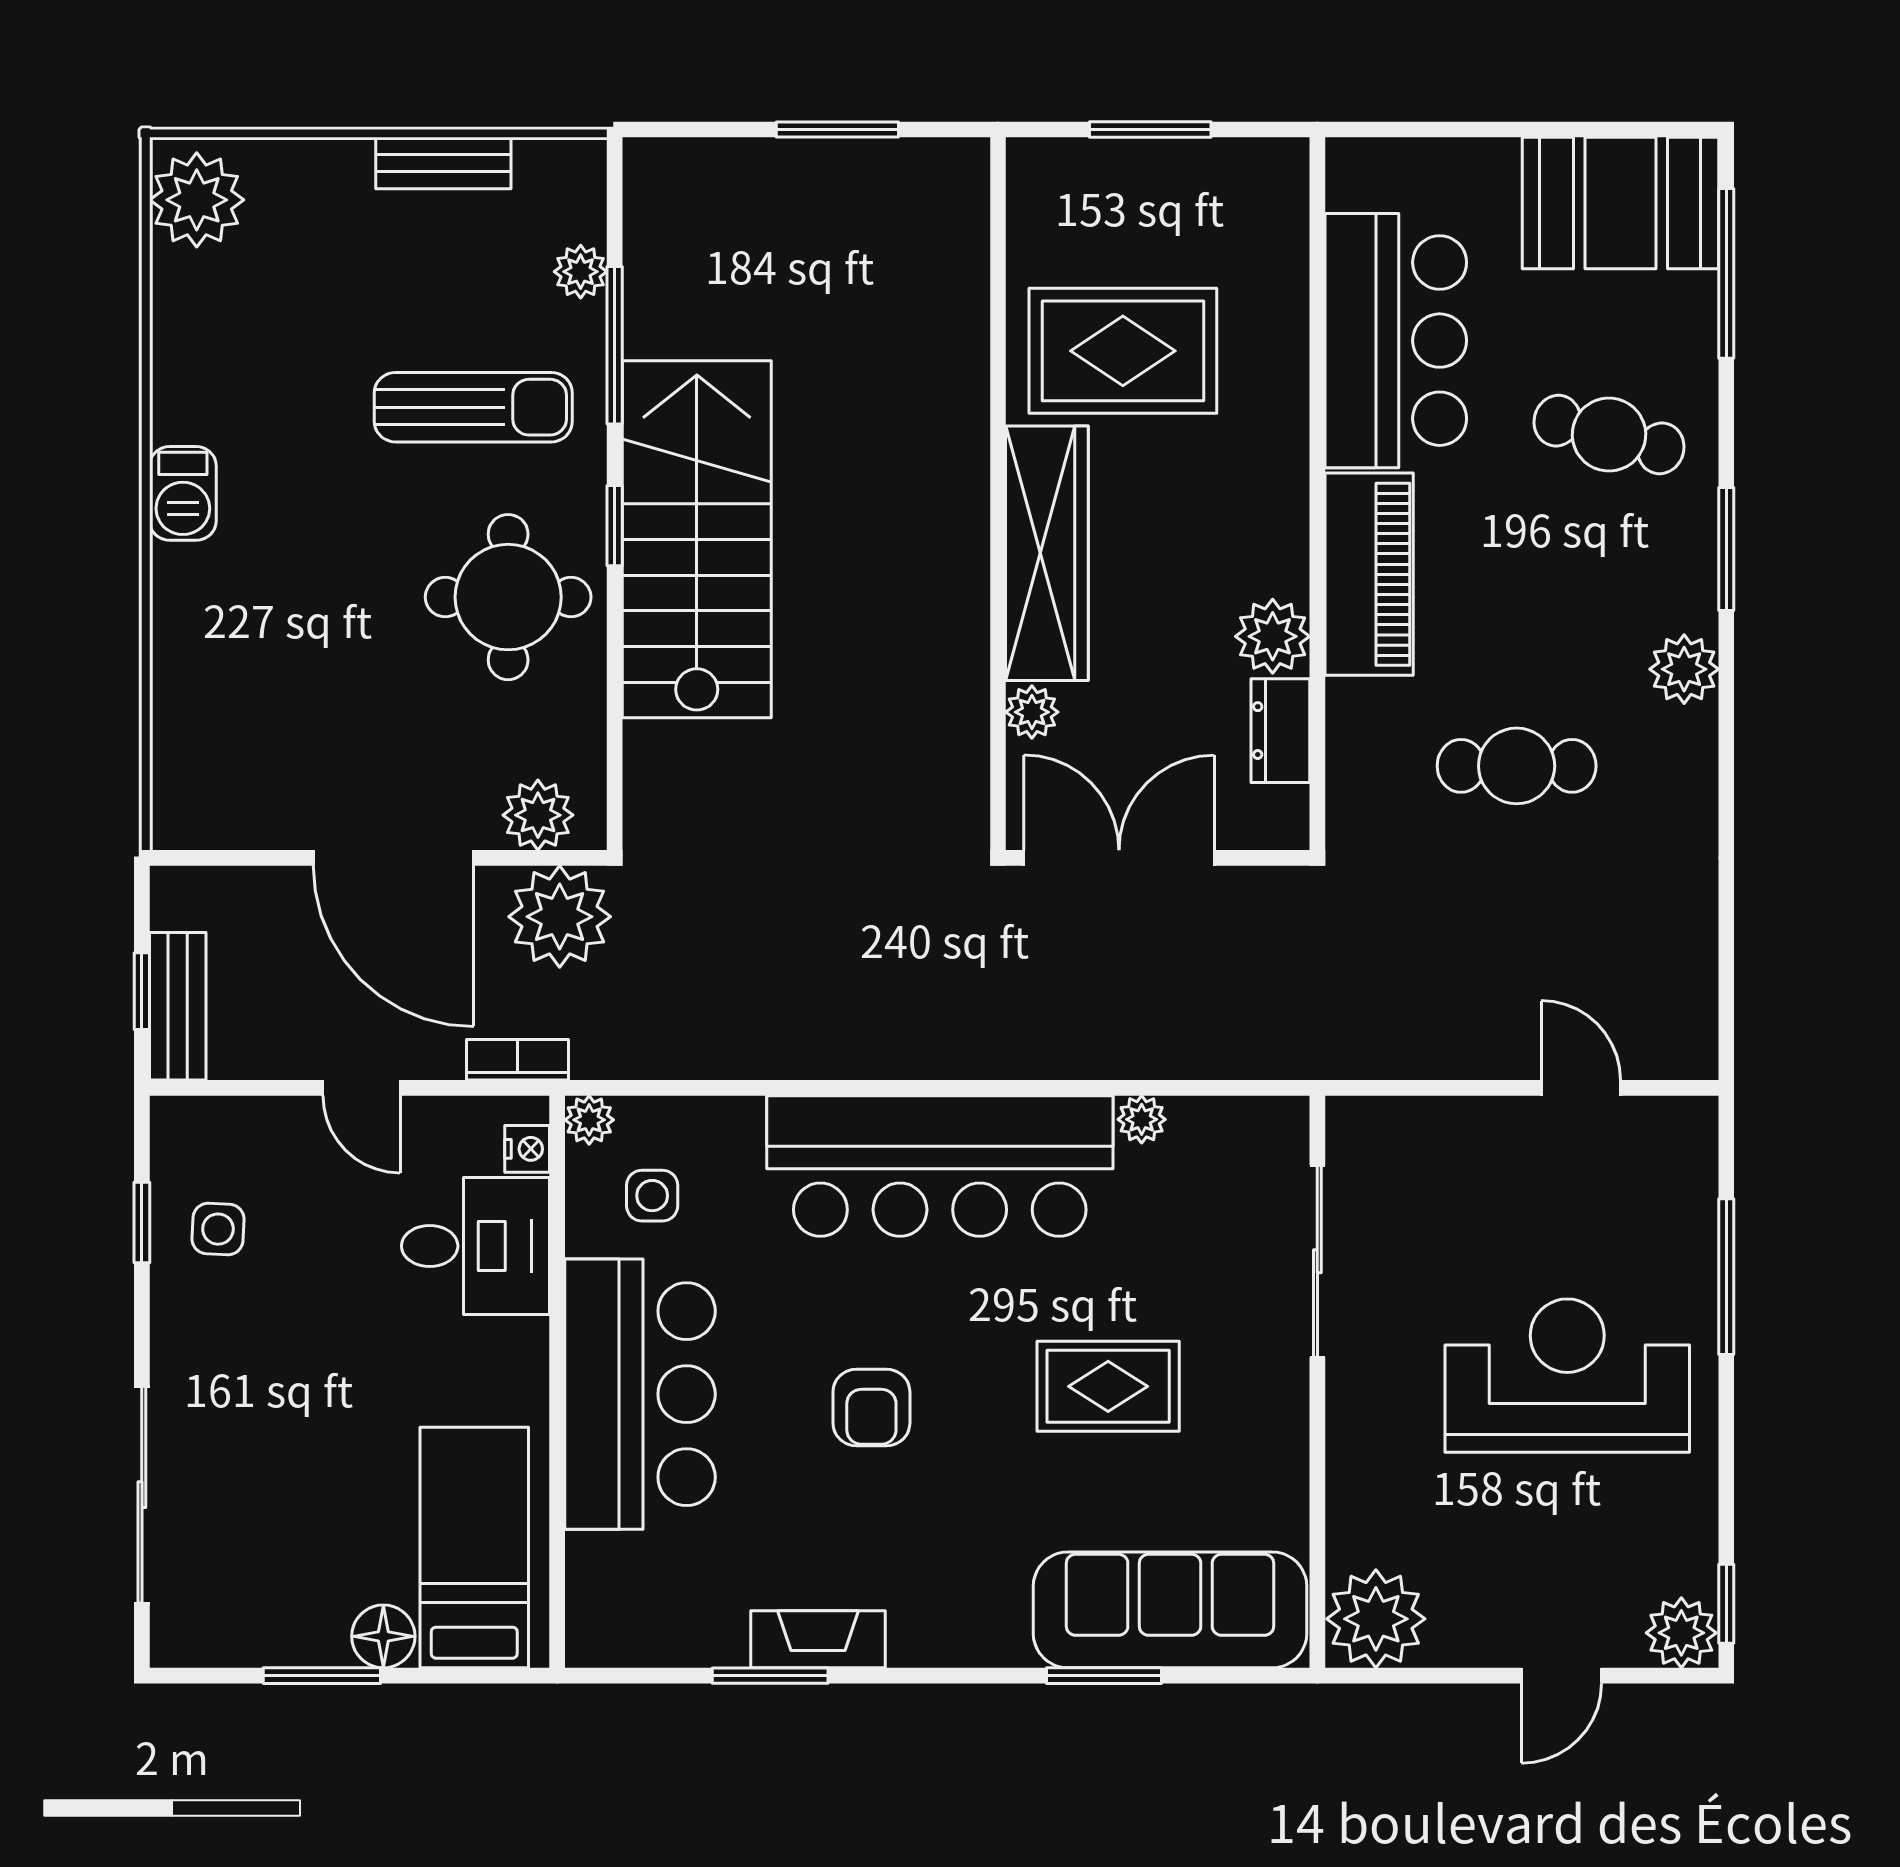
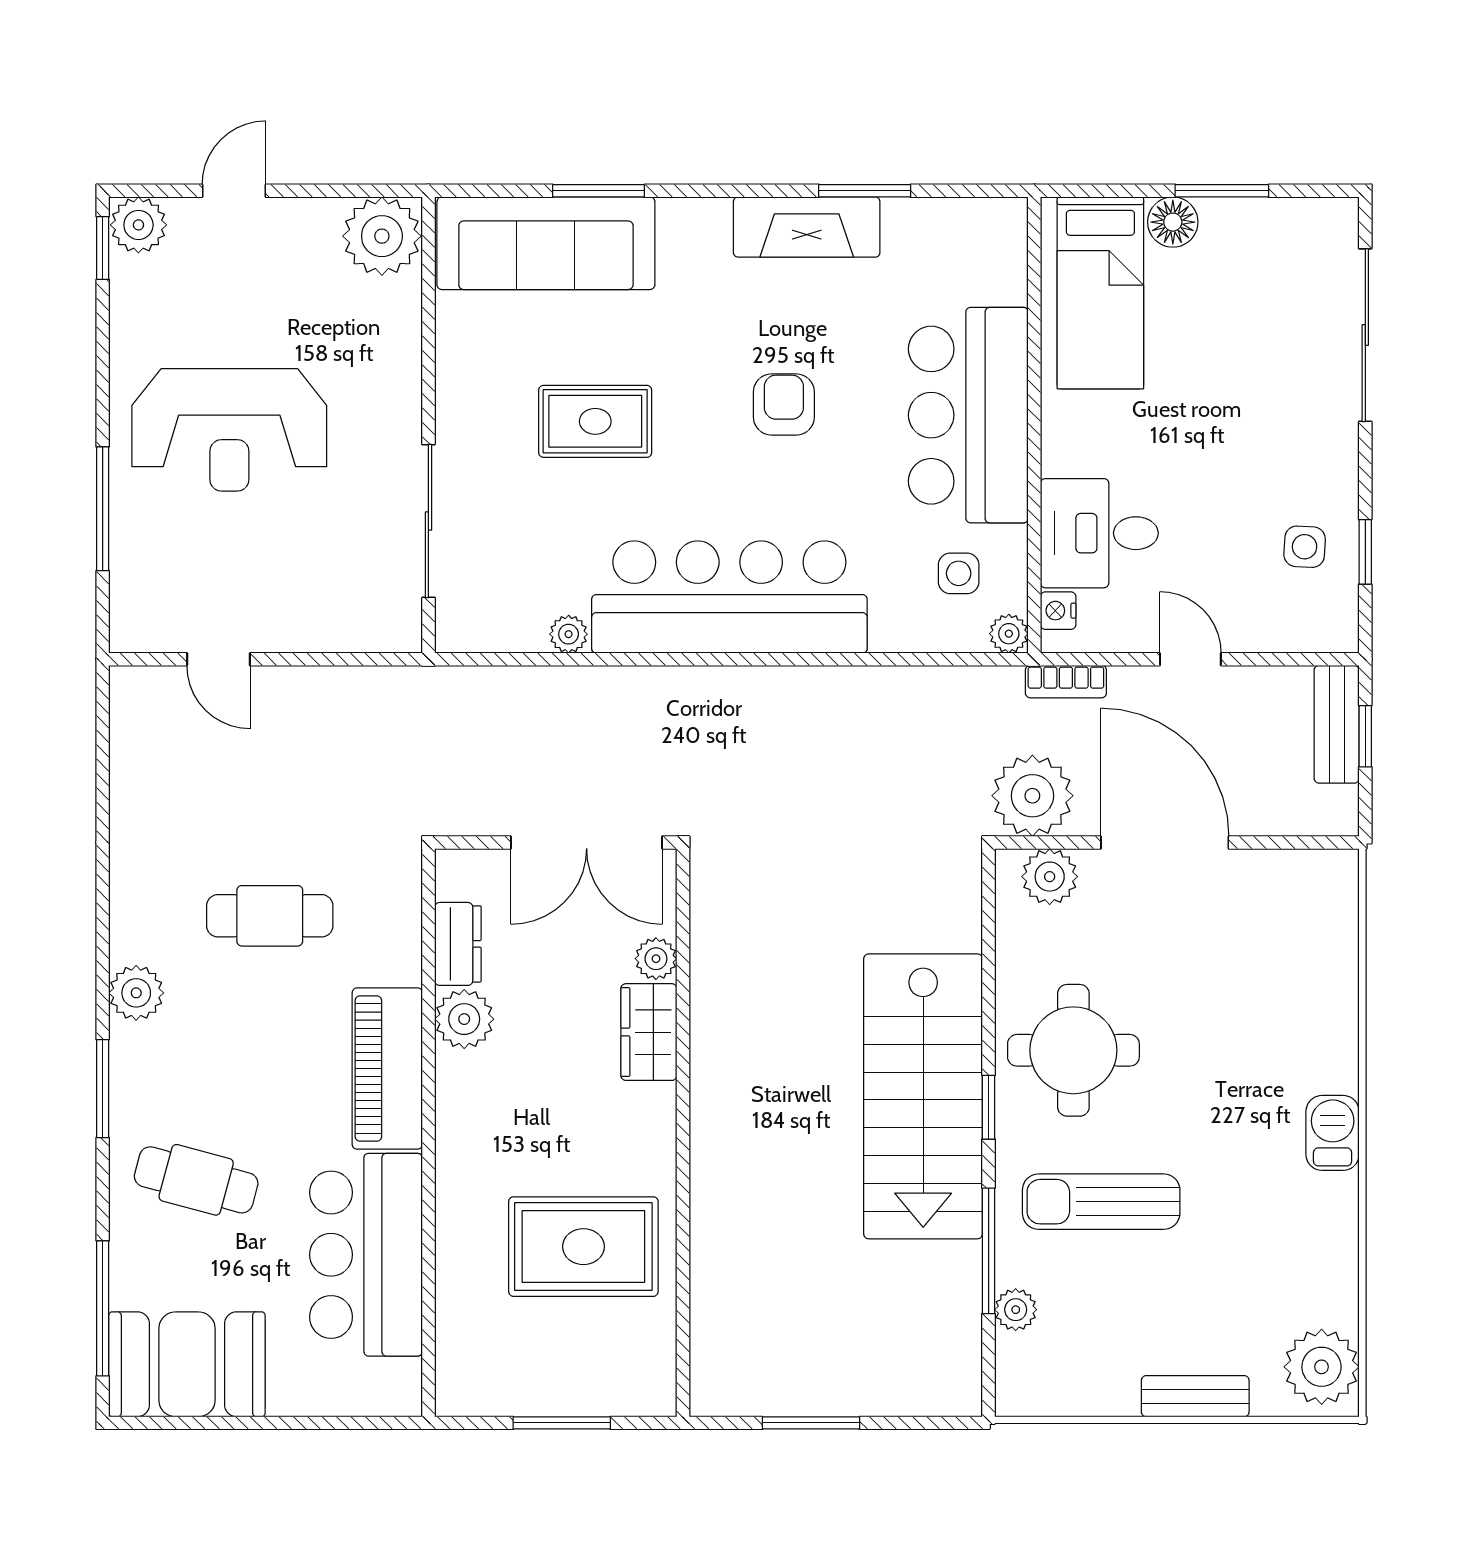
bench: (443, 163) -> (1195, 1396), moved
wardrobe: (1047, 553) -> (649, 1032), width x0.48, depth x0.85
fireplace: (818, 1639) -> (807, 227), width x1.37, depth x1.32

